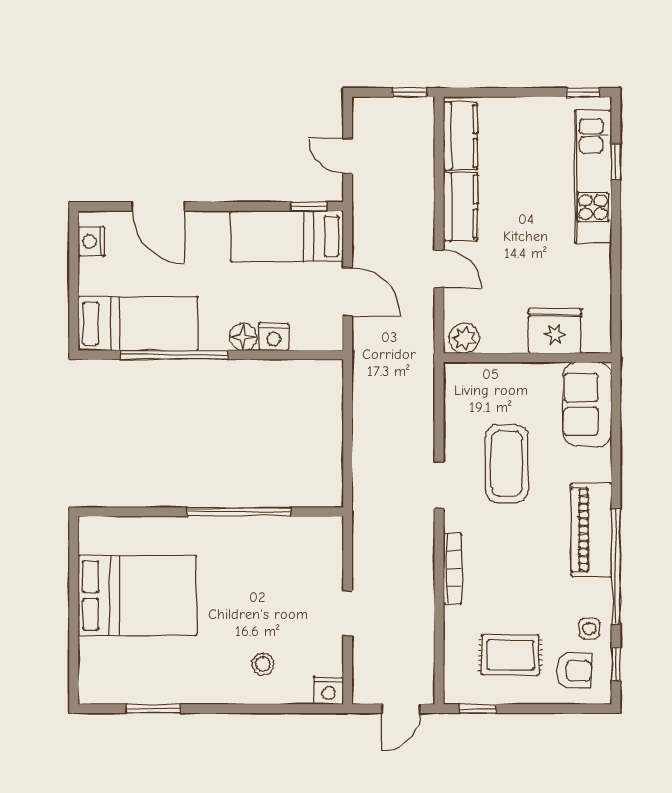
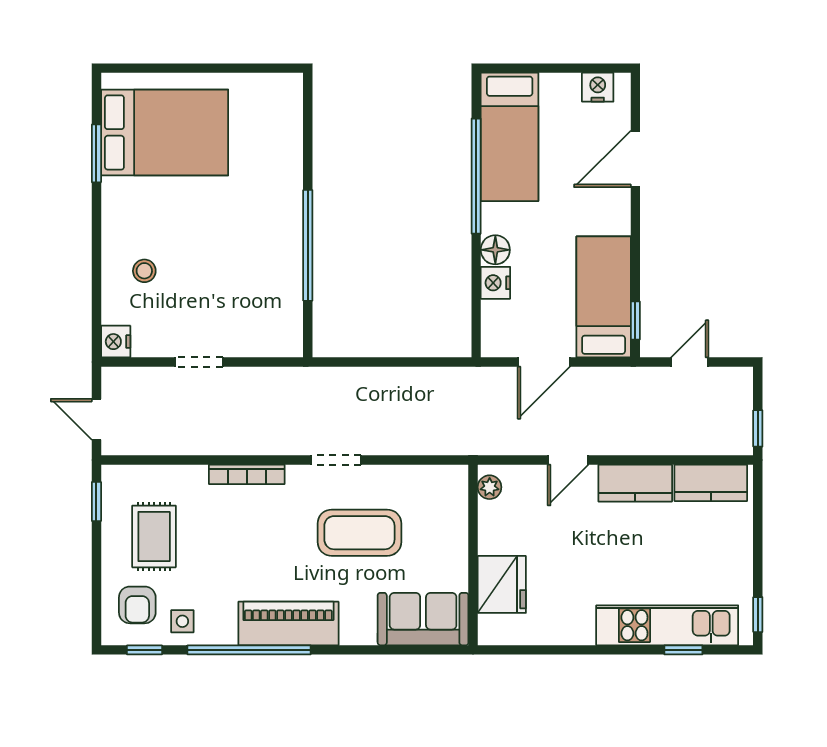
plant: (464, 338) -> (490, 487), width x0.73, depth x0.73
bed: (137, 596) -> (165, 132), moved, turned -90

